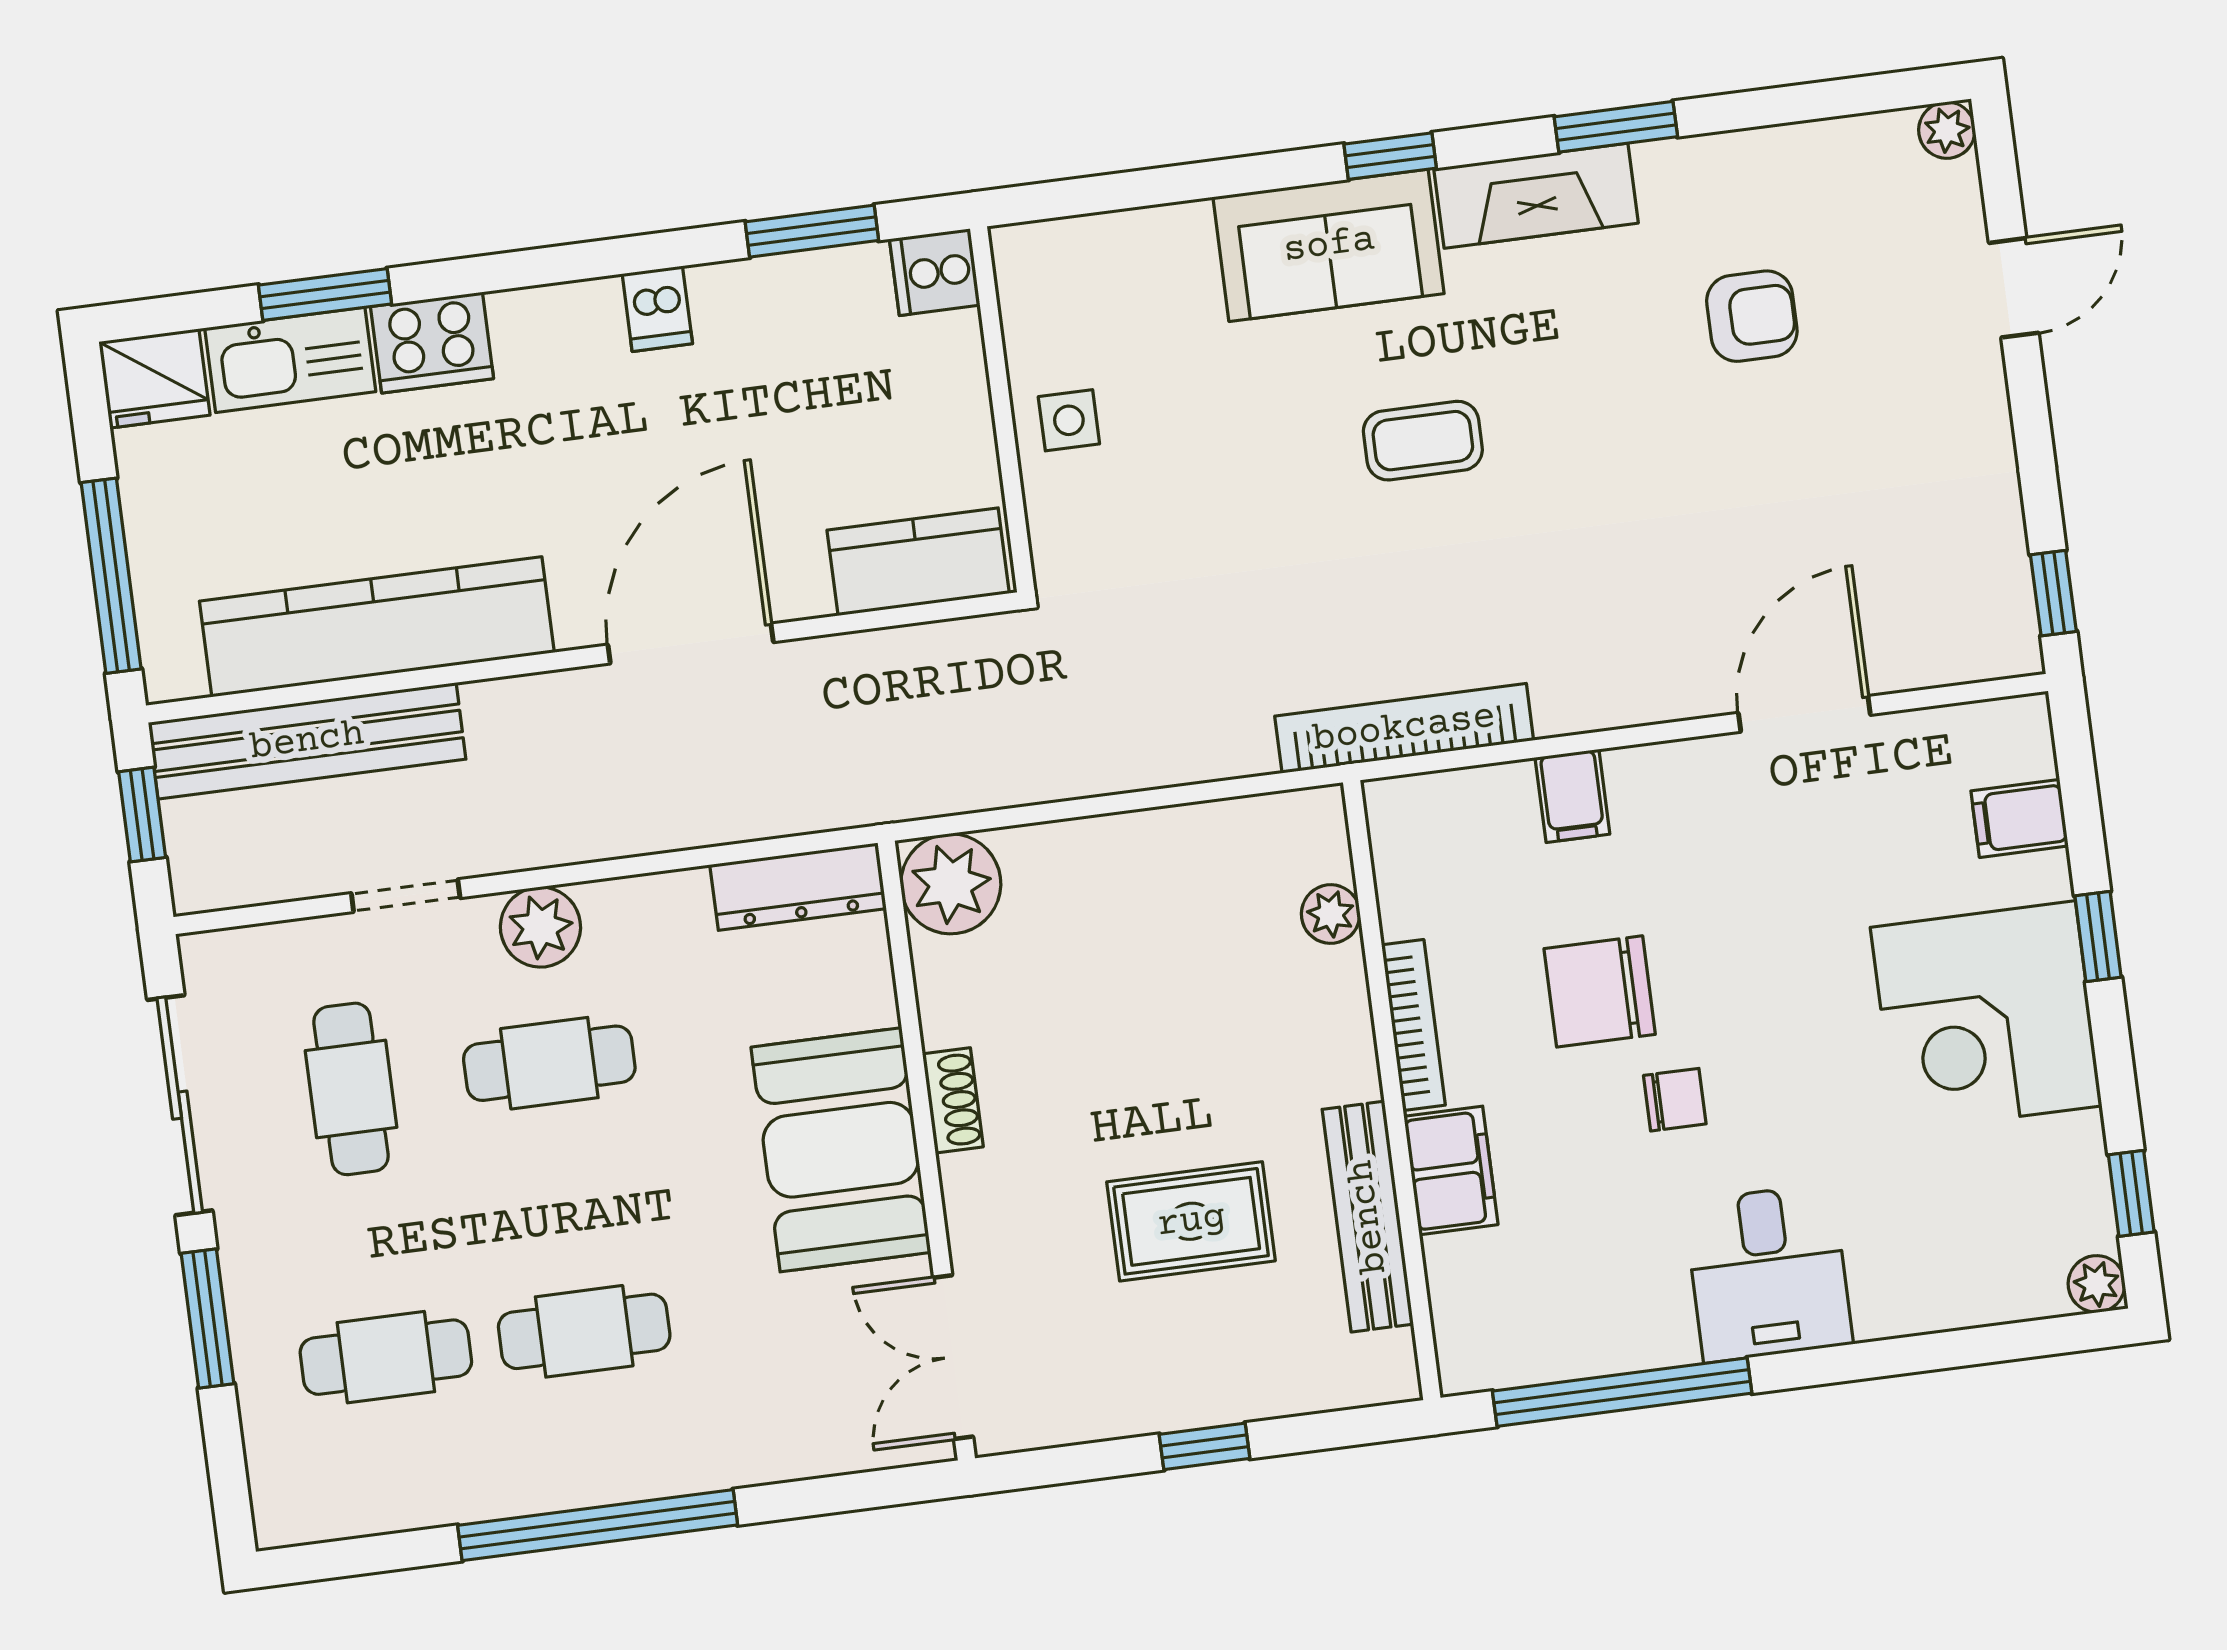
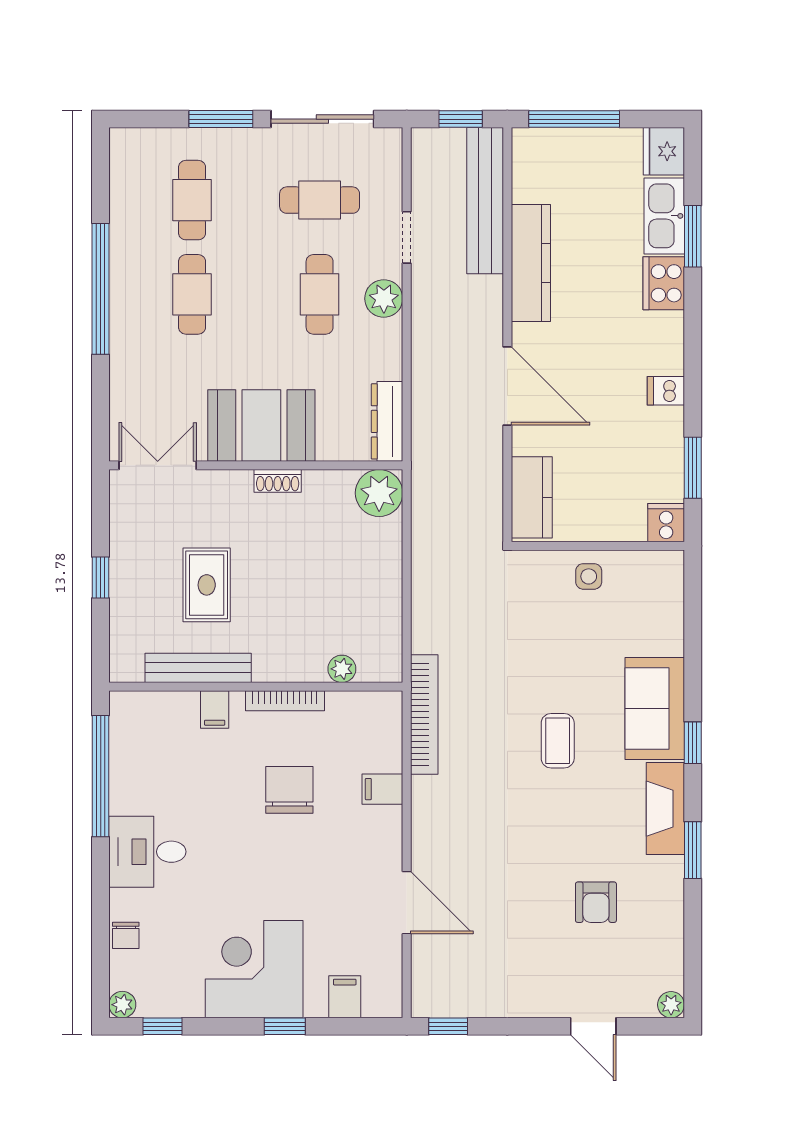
kitchen counter: (377, 627) -> (531, 263), width x0.72, depth x0.86
chair: (1675, 1100) -> (126, 935), moved
filing cabinet: (1451, 1170) -> (215, 710), width x0.50

